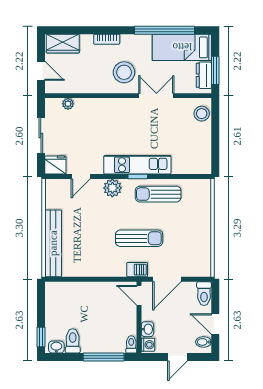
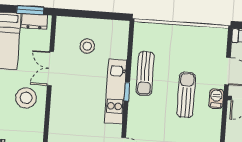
stool: (202, 114) -> (87, 46), moved
plant: (112, 188) -> (136, 117), removed

